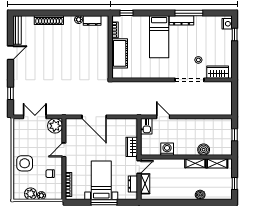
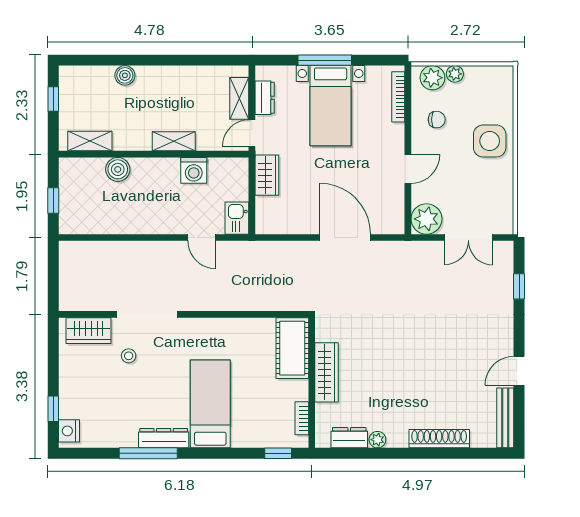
wardrobe: (103, 52) -> (327, 372), added
cot: (120, 53) -> (292, 348), moved
shelving: (195, 163) -> (174, 141), moved
plant: (31, 194) -> (432, 78), moved

